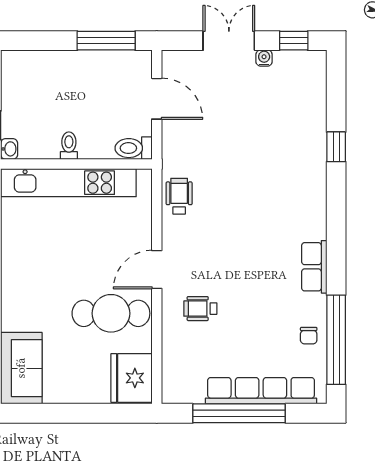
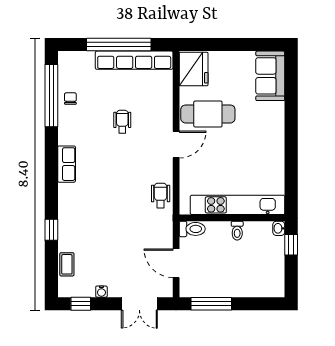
double door: (229, 41) -> (139, 304), moved
coffee table: (314, 97) -> (67, 264), added
wheelchair: (179, 196) -> (161, 195), turned 180
row of seats: (314, 267) -> (67, 164), moved
wheelchair: (200, 309) -> (122, 122), moved, turned -90
row of seats: (261, 391) -> (134, 60), moved

